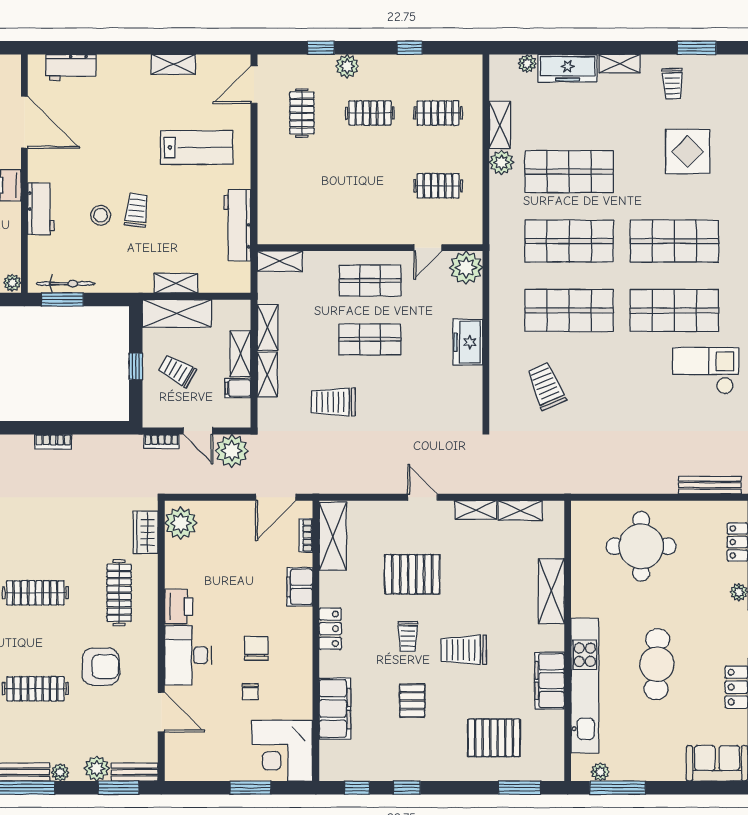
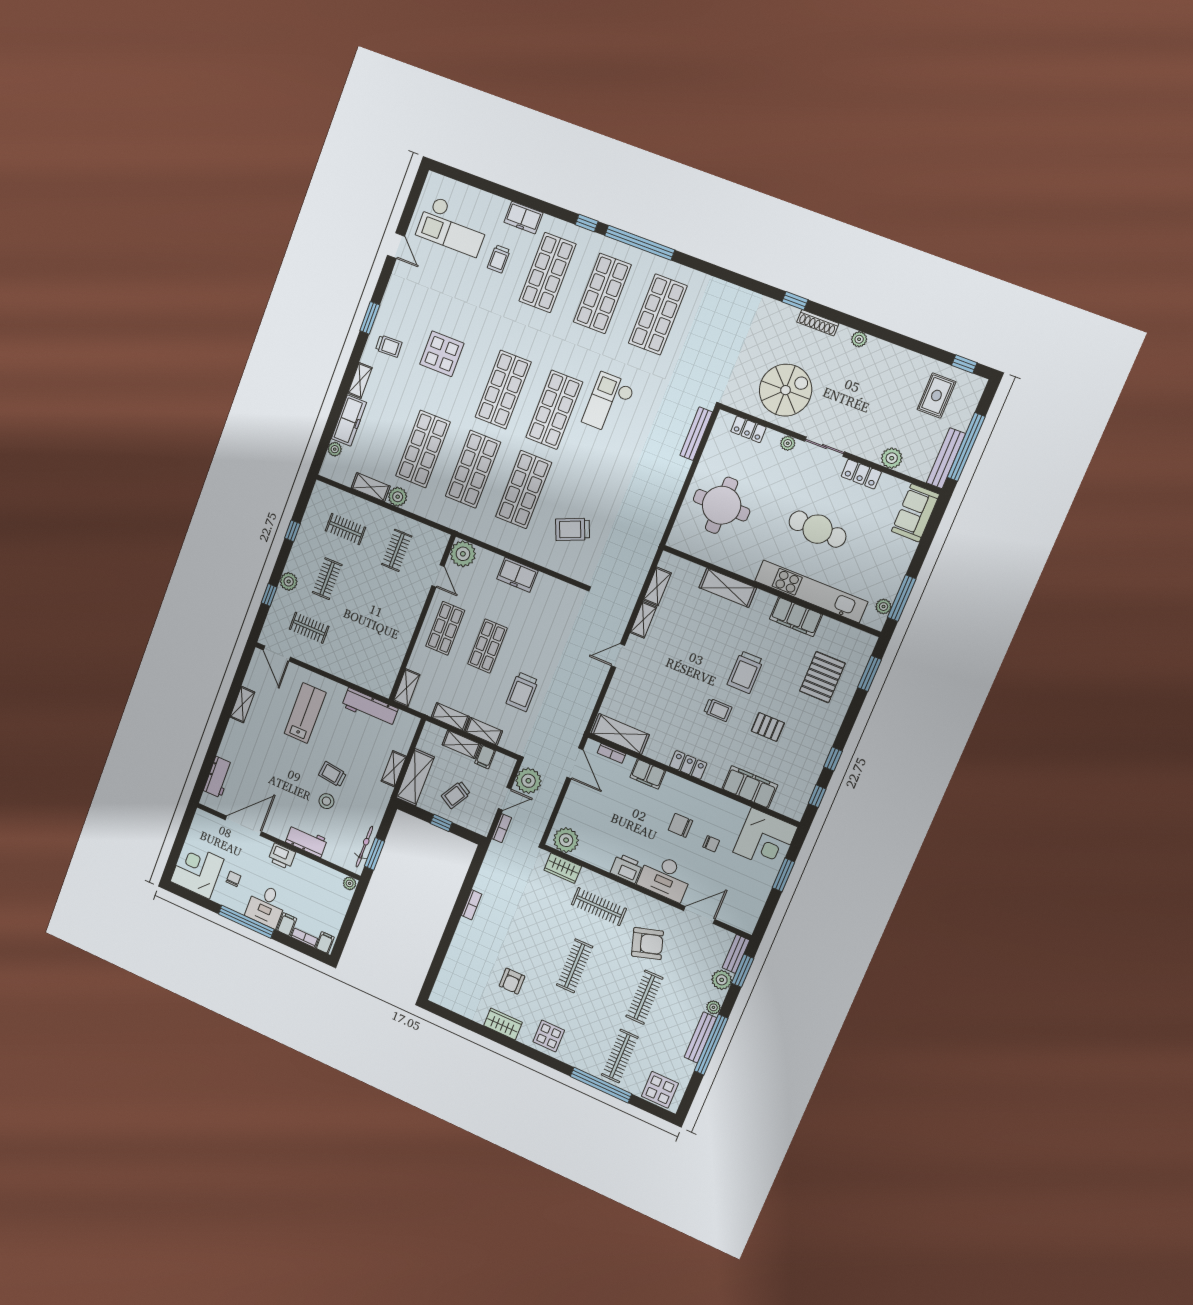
clothes rail: (438, 113) -> (345, 529), turned 90
pallet: (412, 574) -> (672, 687), removed
armchair: (101, 667) -> (647, 944), turned 73

